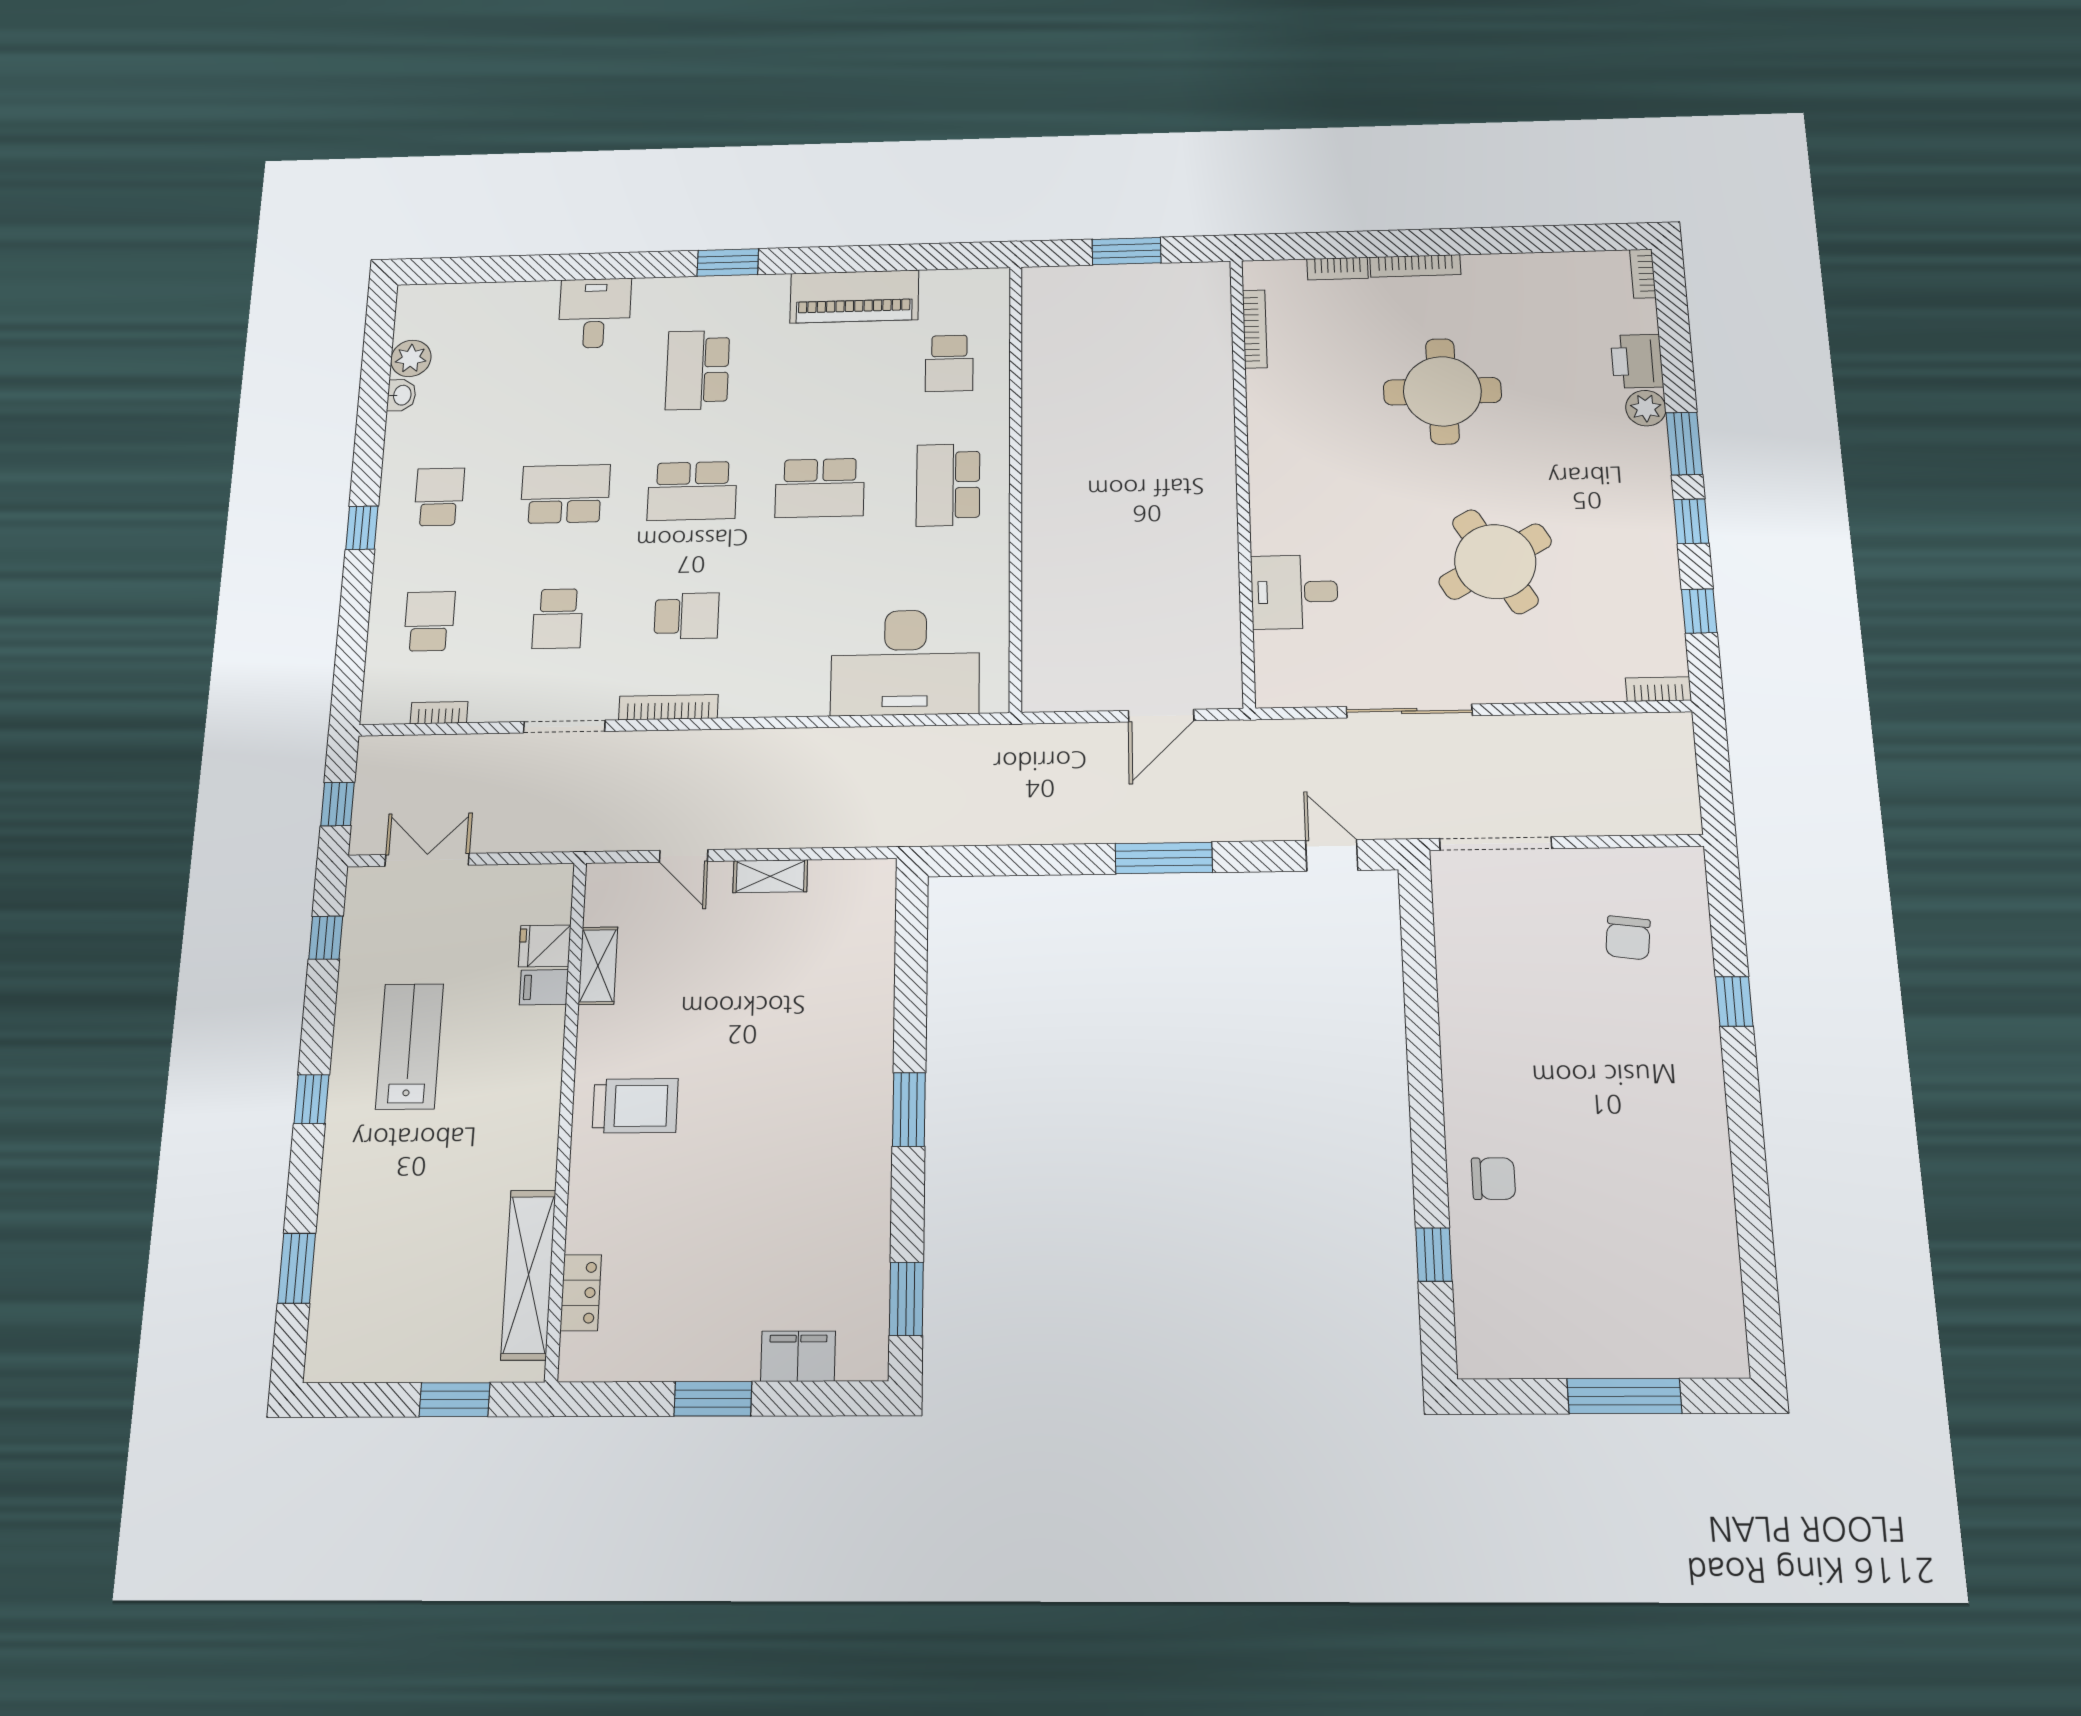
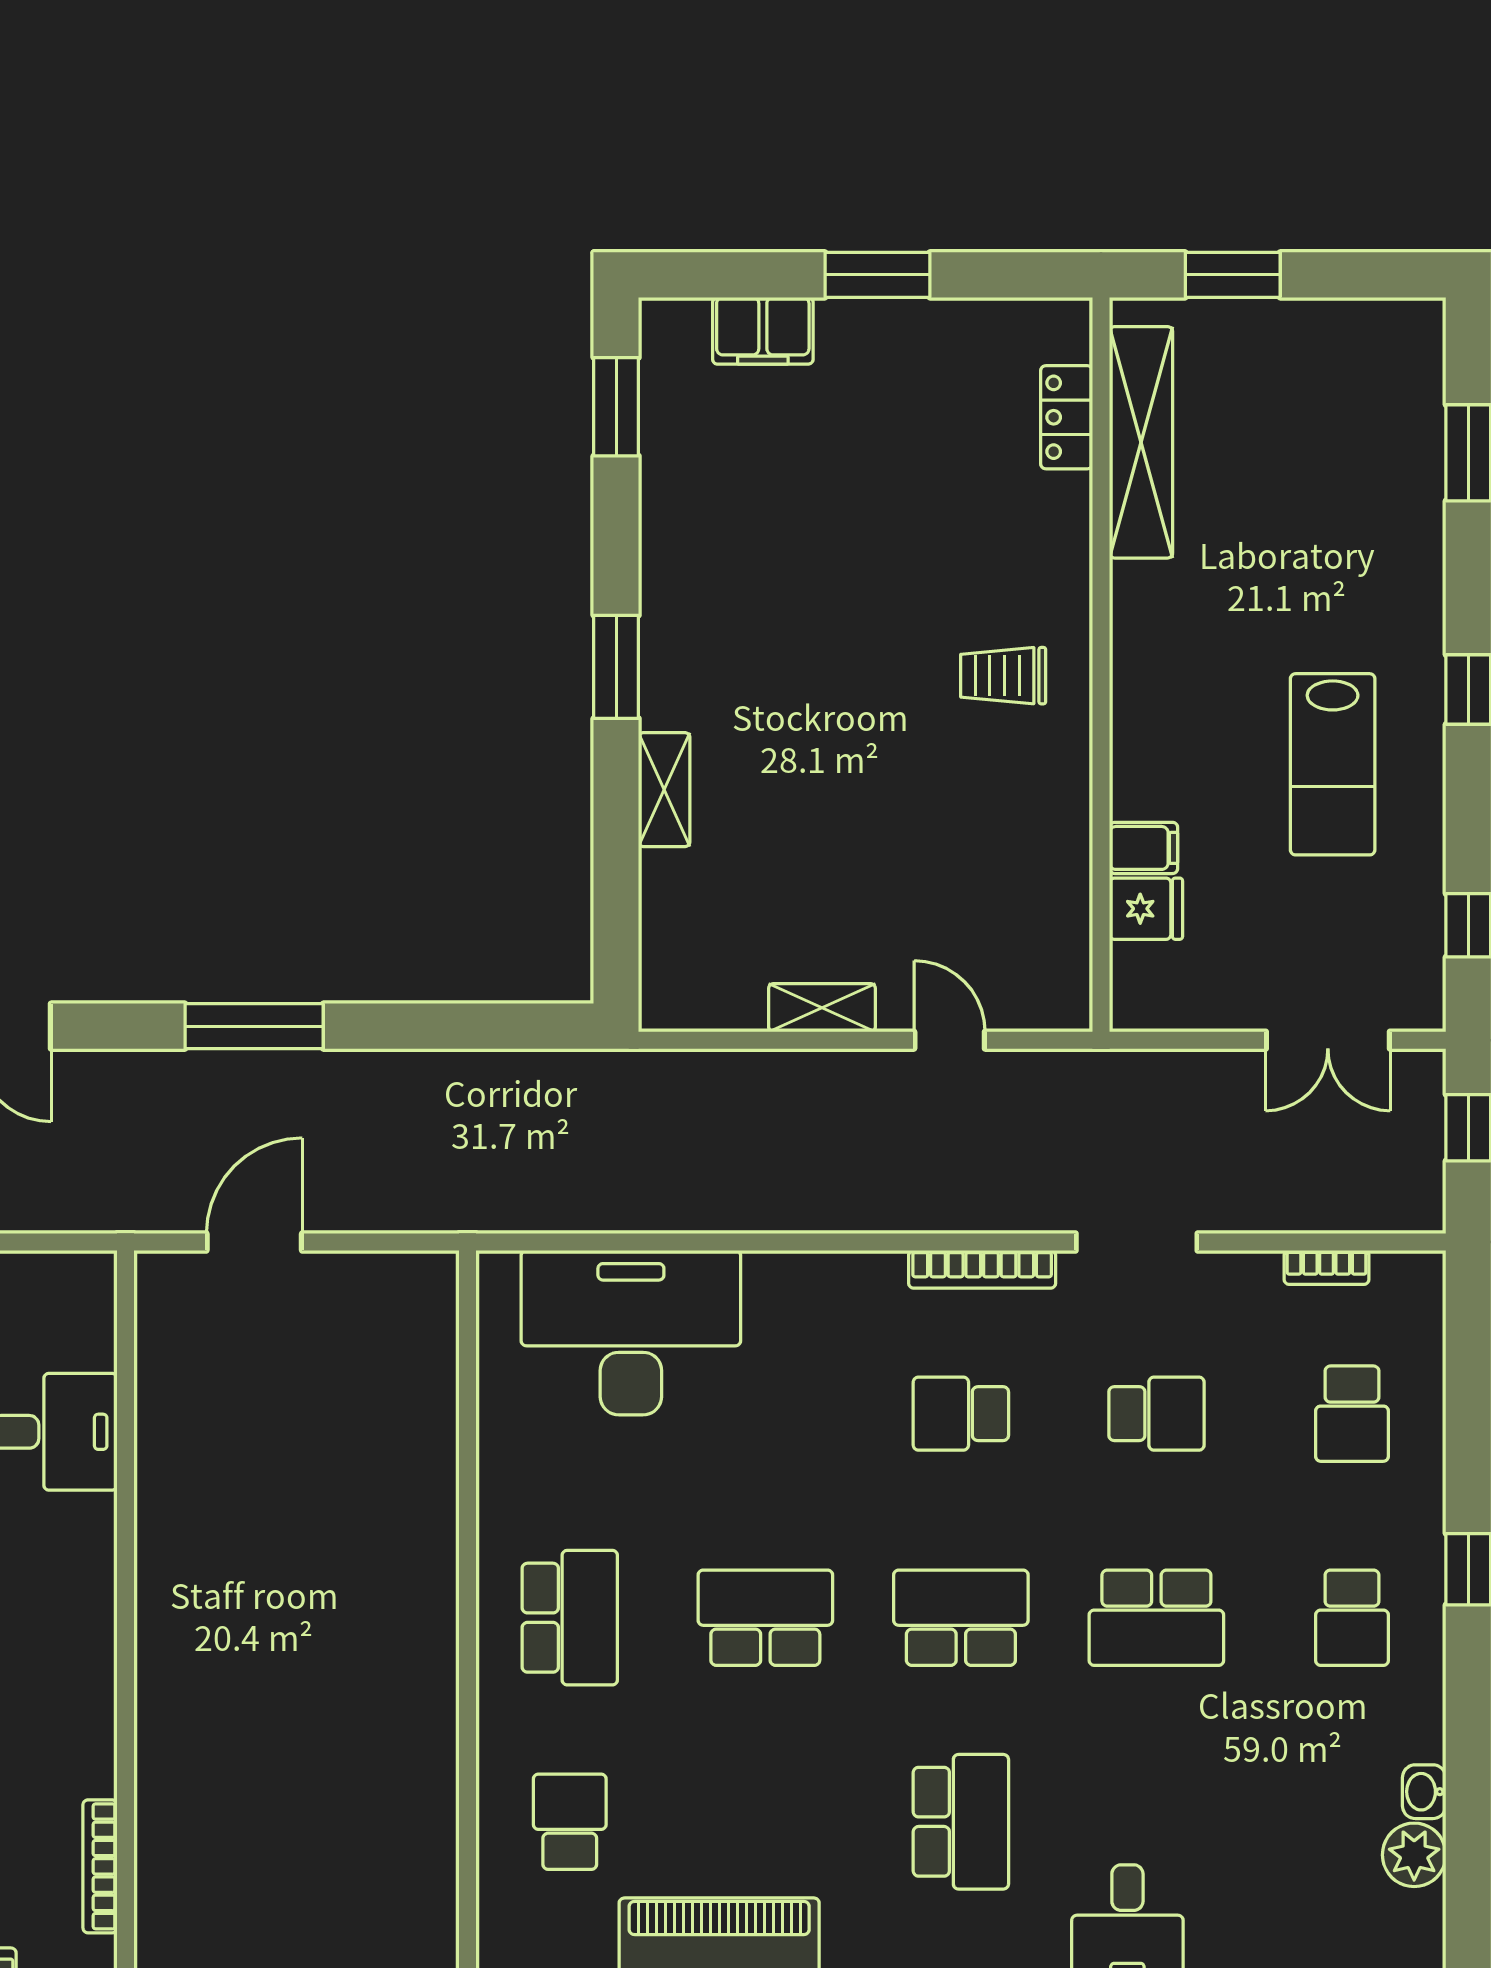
school desk: (558, 619) -> (1156, 1414), turned 90
shelving: (598, 966) -> (664, 790), moved
trolley: (635, 1106) -> (1003, 676), width x0.73, depth x0.72

